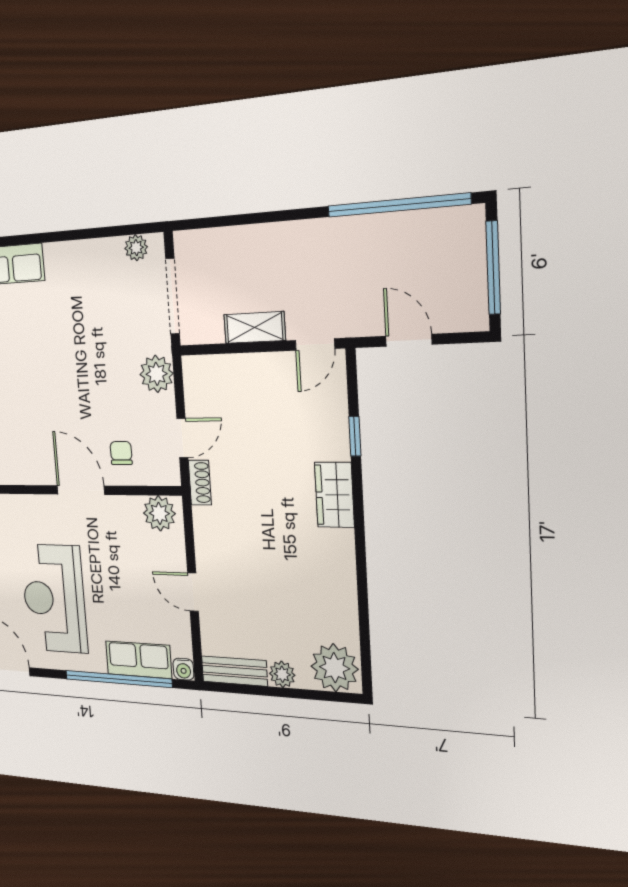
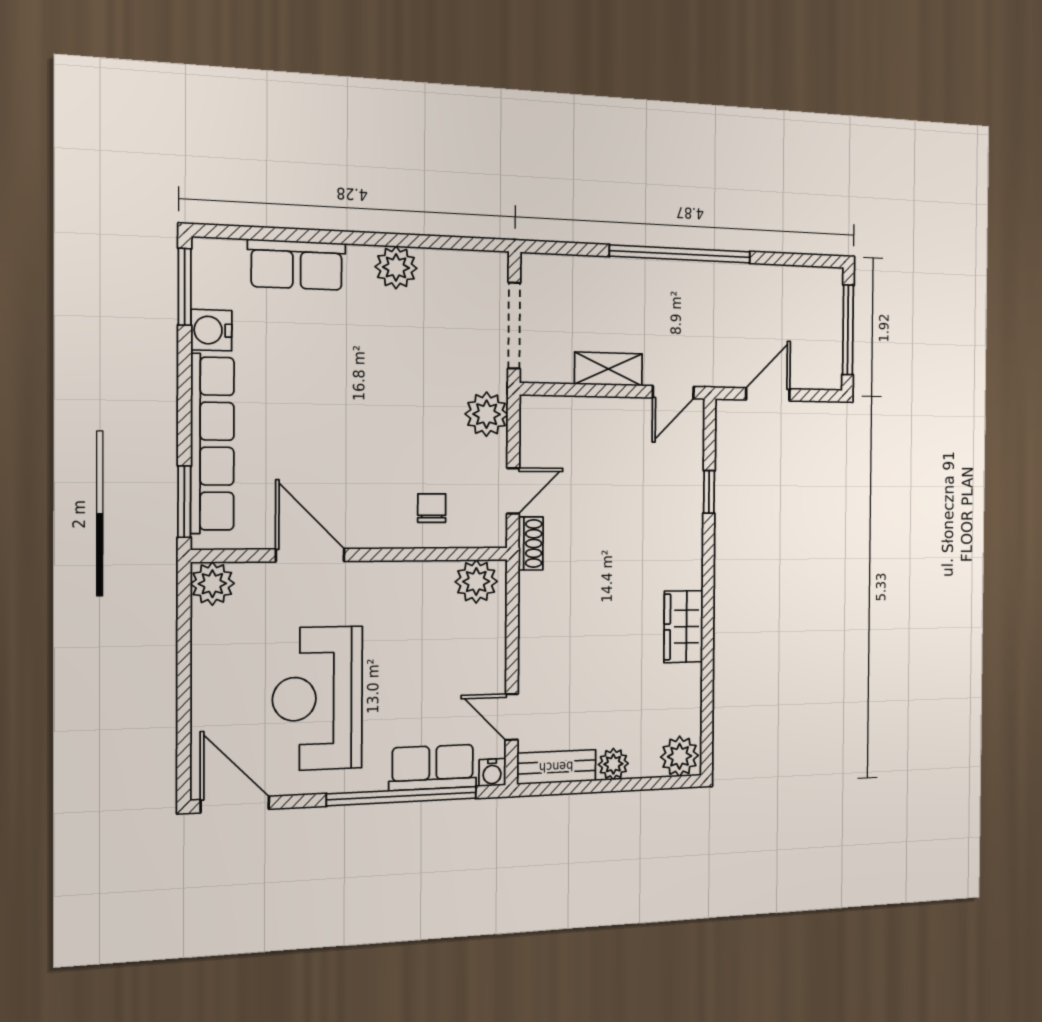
window: (398, 205) -> (680, 254), moved
plant: (136, 248) -> (396, 267), moved, width x1.38, depth x1.38
door: (409, 340) -> (768, 394), hinge flipped
door: (81, 490) -> (310, 555), moved
wardrobe: (334, 495) -> (683, 627), moved
door: (193, 592) -> (512, 717), moved
plant: (335, 668) -> (680, 756), width x0.73, depth x0.73

